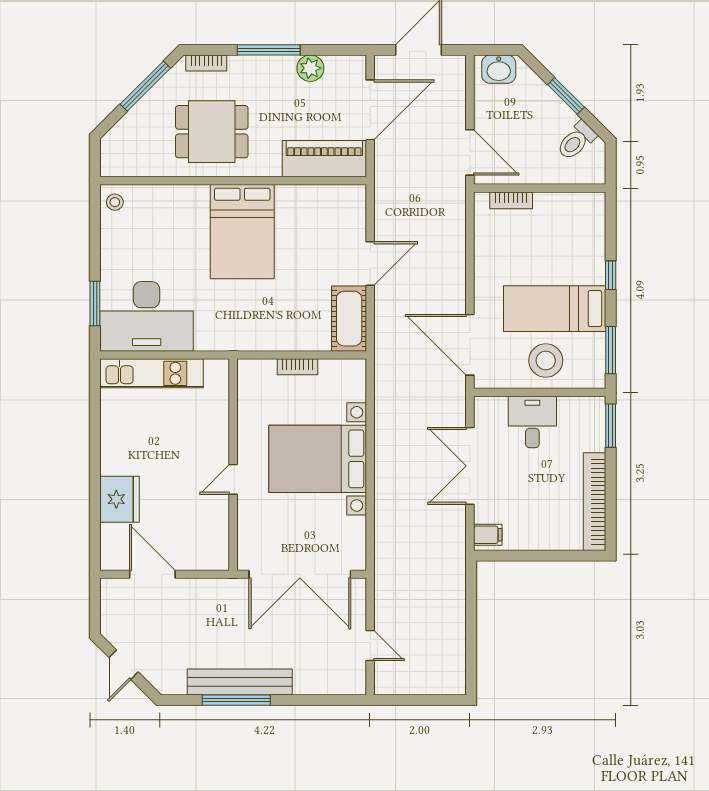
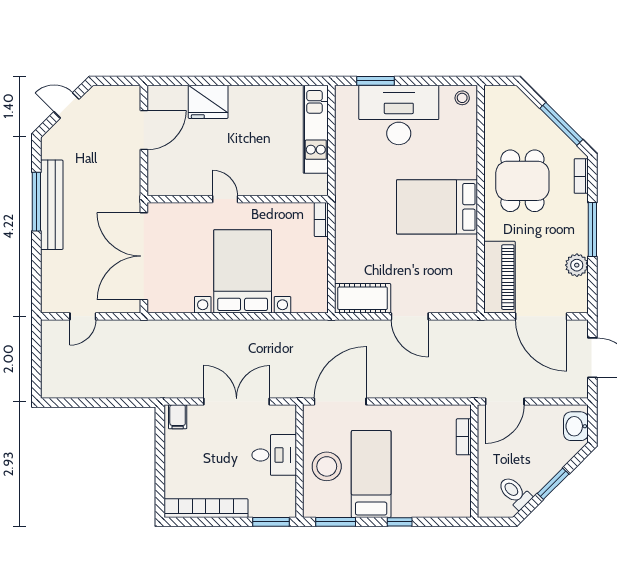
desk: (147, 316) -> (399, 115), moved, turned 90
bookcase: (297, 367) -> (321, 220), moved

